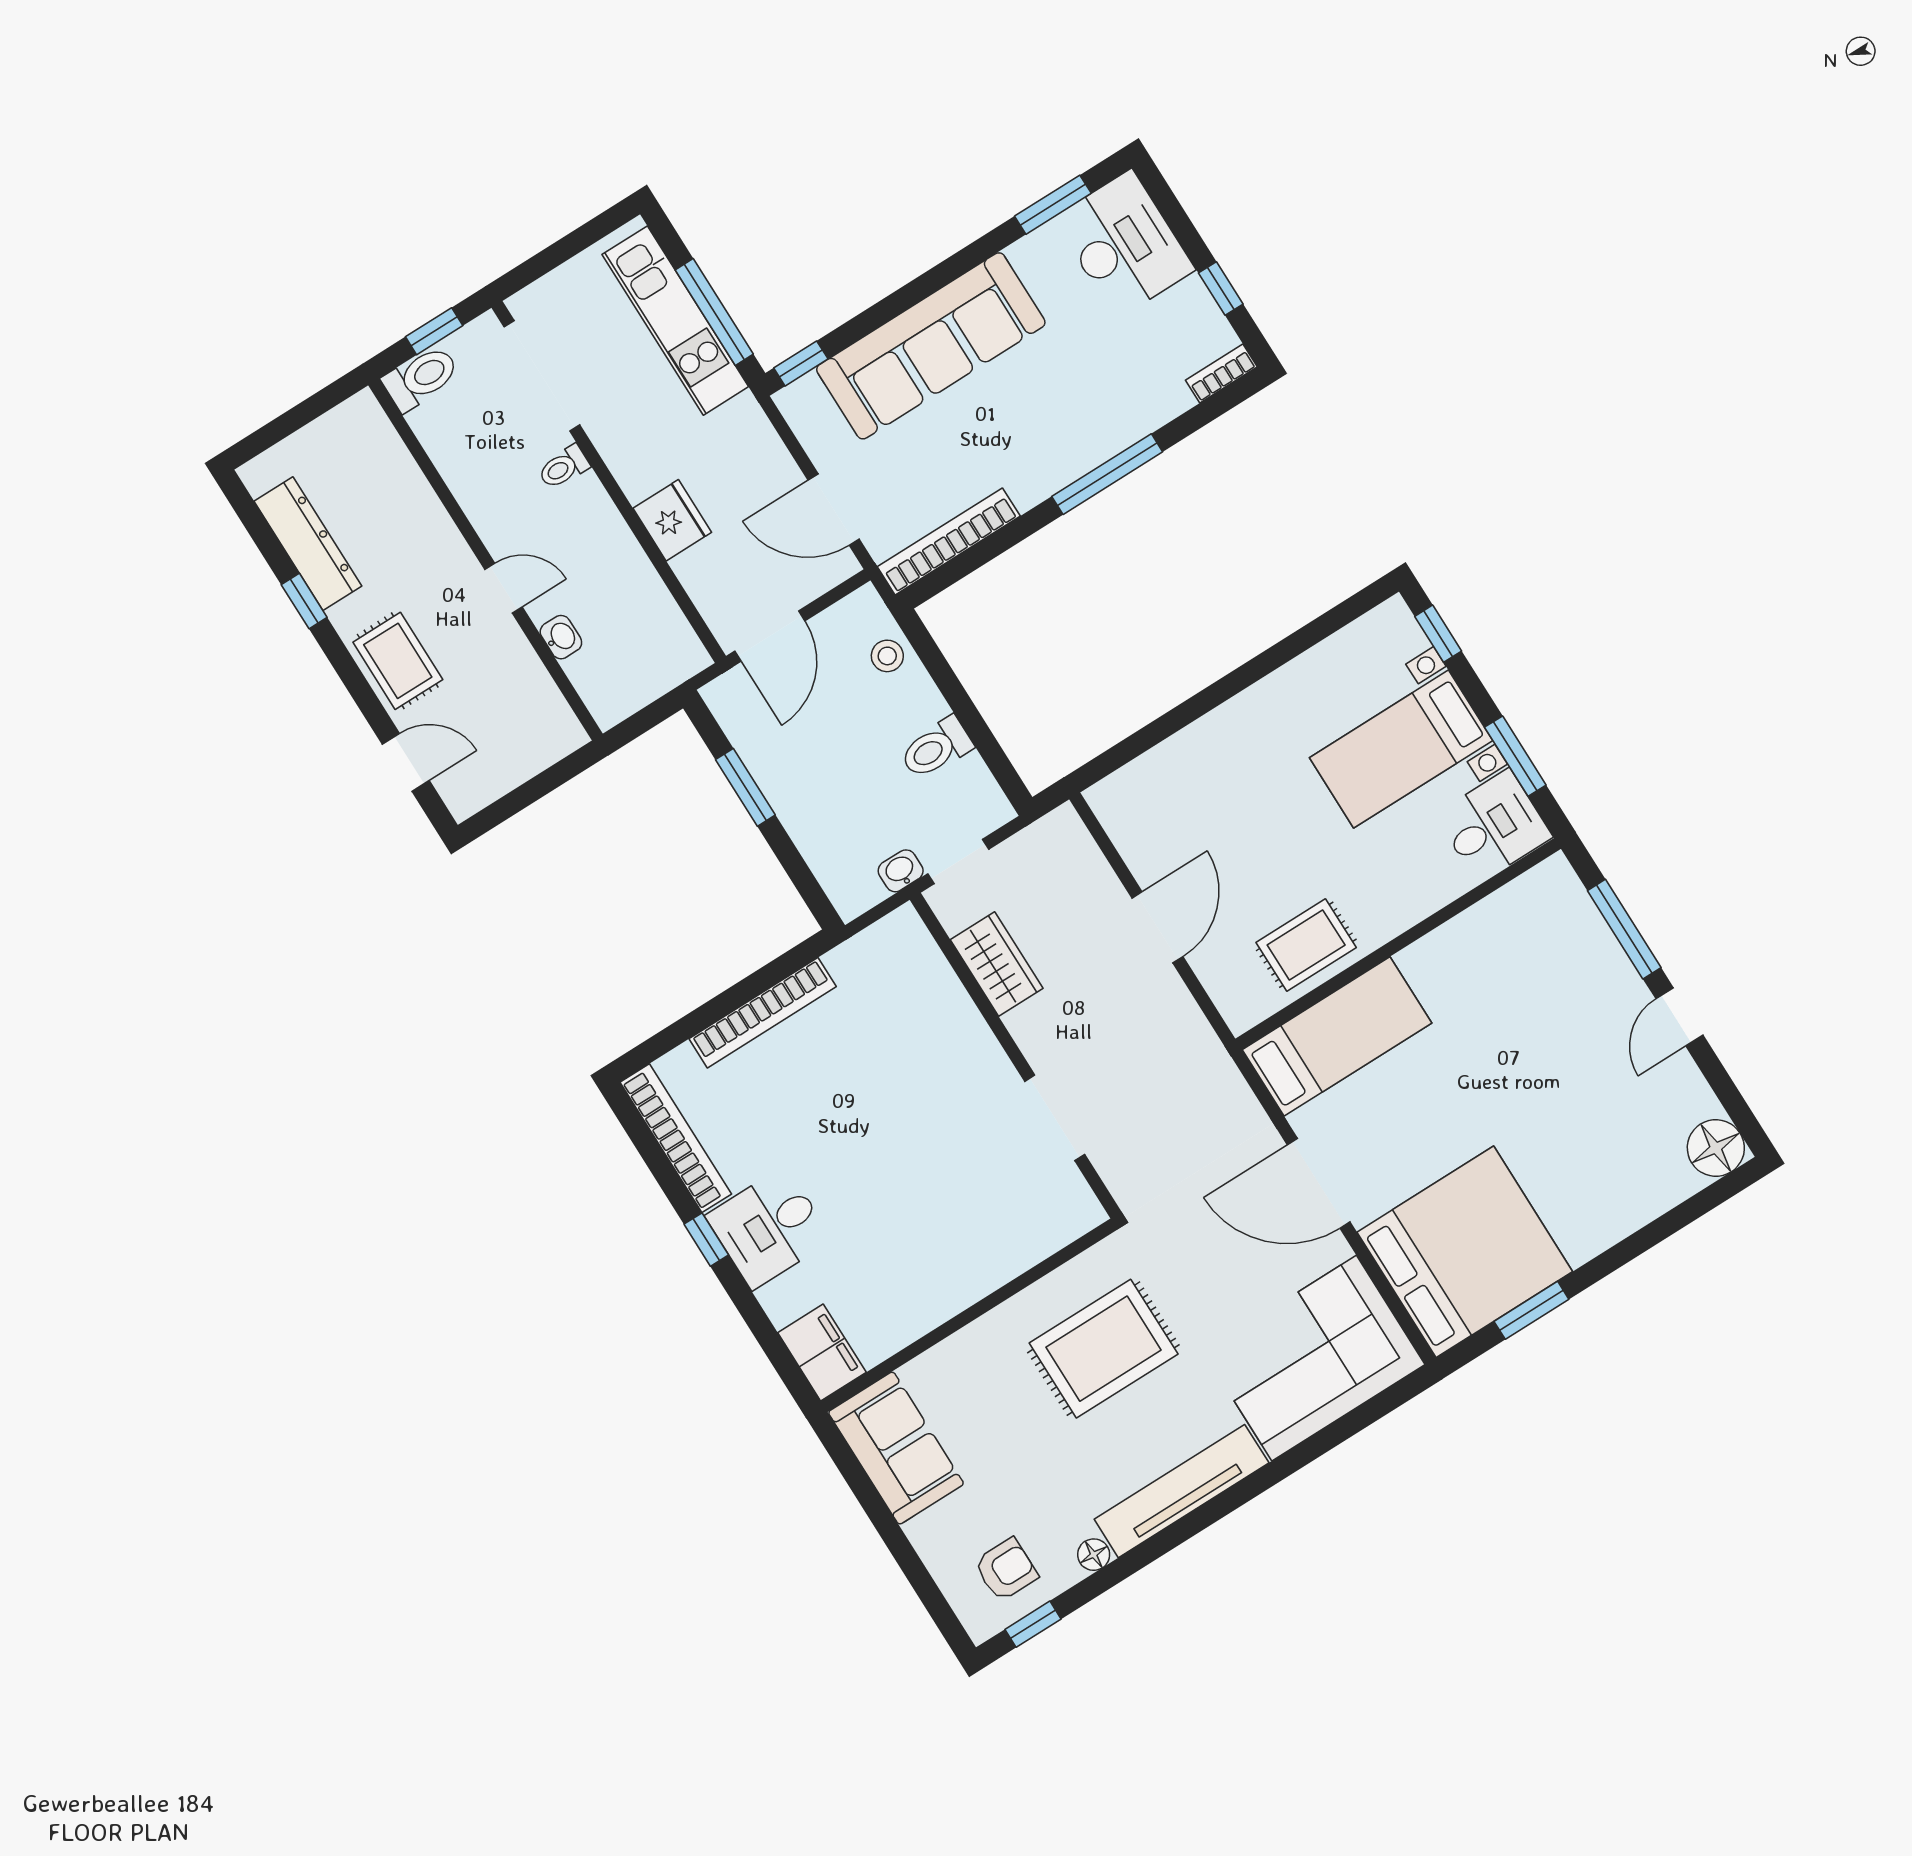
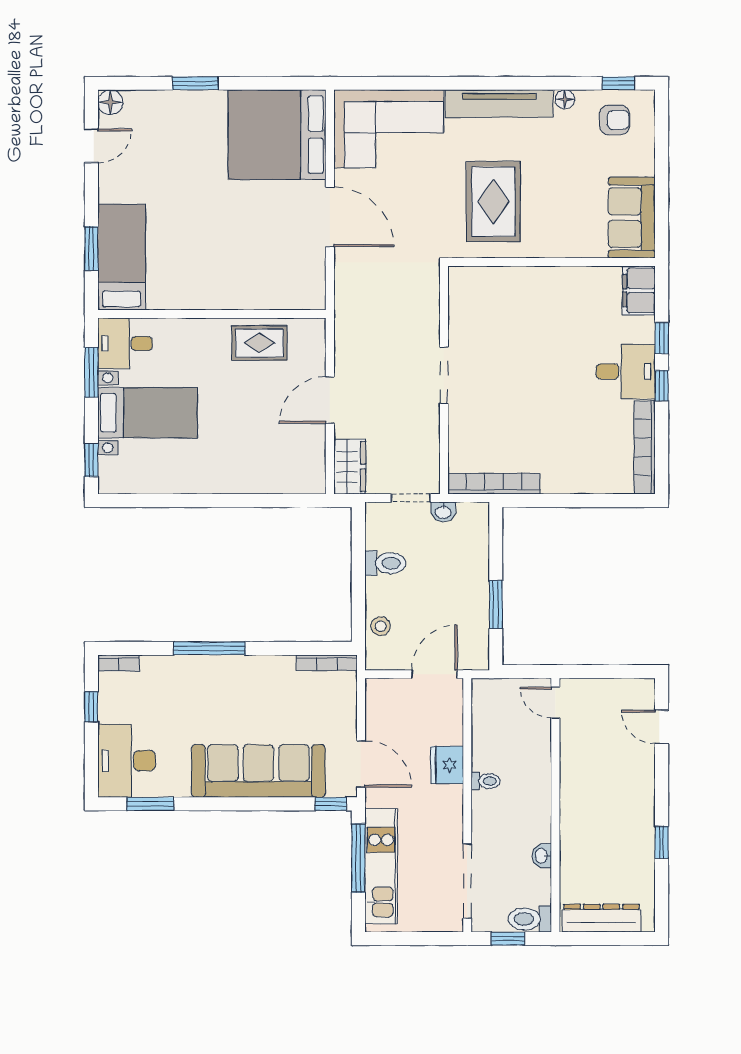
toilet: (564, 467) -> (486, 781), moved
door: (834, 510) -> (361, 764), moved
bookcase: (949, 541) -> (327, 663), width x0.68, depth x0.76
dresser: (308, 544) -> (602, 918), moved, turned 90
door: (504, 588) -> (555, 703), moved
washbasin: (561, 637) -> (542, 856), moved
rug: (398, 661) -> (633, 782), removed
window: (1624, 929) -> (91, 249), width x0.69
wardrobe: (997, 964) -> (350, 467), moved, turned 180
bookcase: (763, 1013) -> (494, 484), moved
door: (1679, 1017) -> (91, 146), moved
bed: (1337, 1036) -> (122, 257), moved, turned 90
doorway: (1055, 1118) -> (444, 375), moved
floor lamp: (1716, 1148) -> (110, 102), width x0.73, depth x0.73
window: (748, 1306) -> (662, 338), added
window: (1531, 1310) -> (195, 83), moved
rug: (1104, 1349) -> (493, 202), turned 90
armchair: (1006, 1569) -> (615, 120), turned 180

